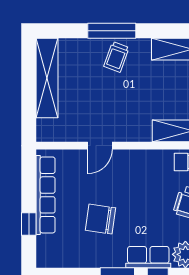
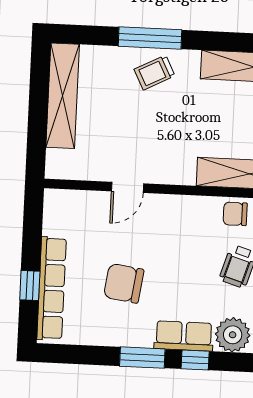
trolley: (116, 57) -> (155, 73), turned 43
row of seats: (45, 195) -> (52, 288), moved

